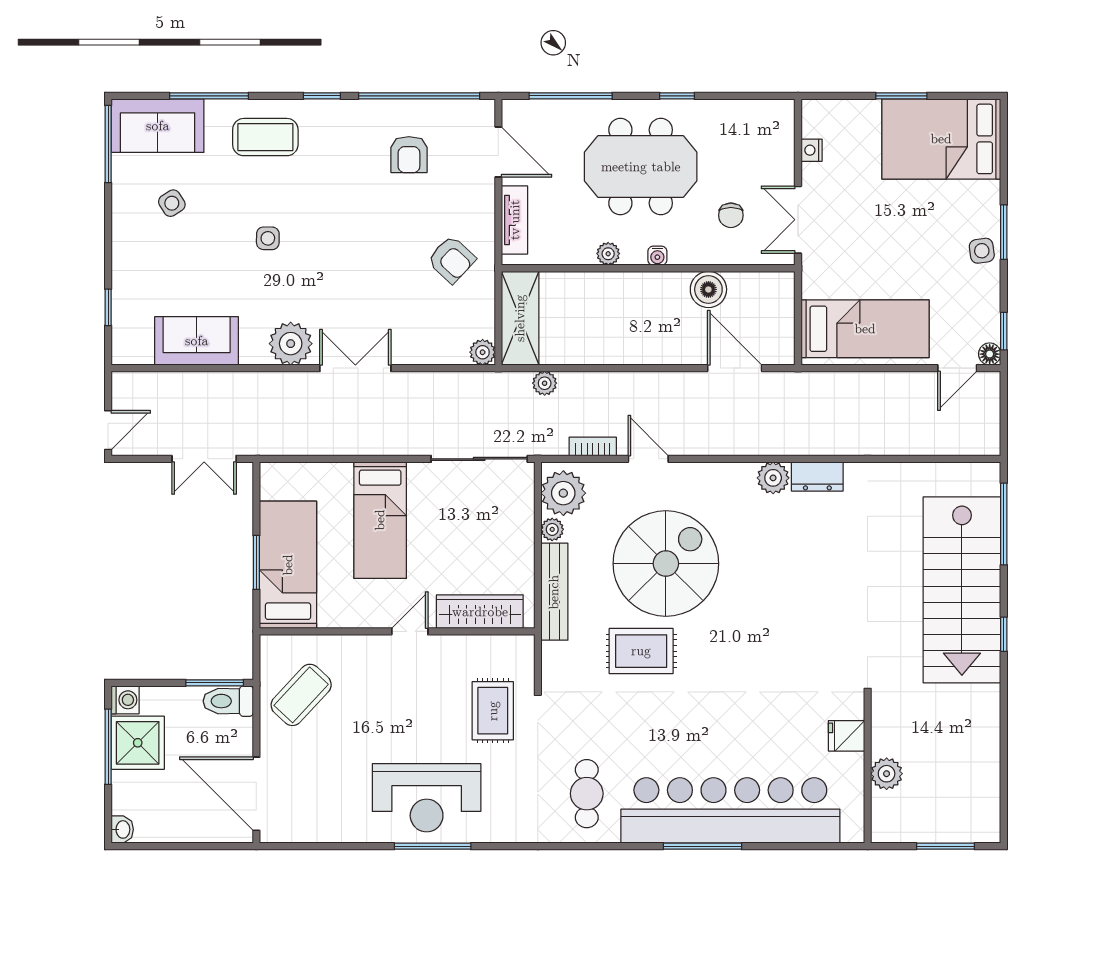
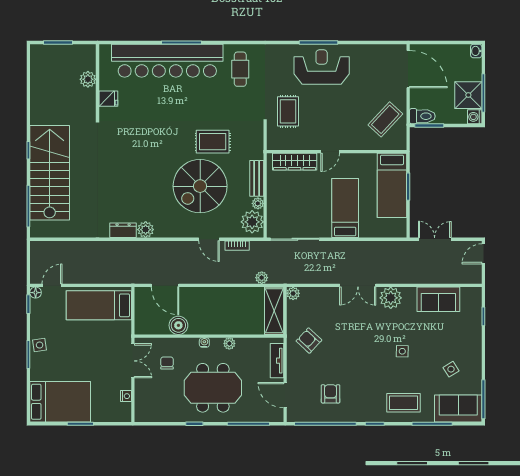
bench: (554, 592) -> (257, 178), width x0.73

